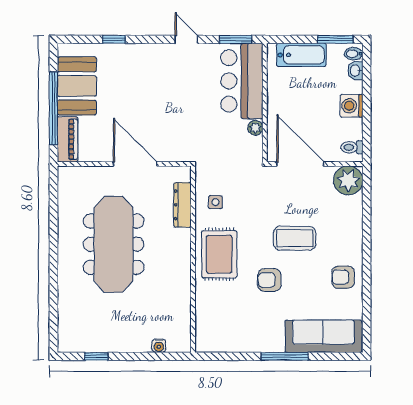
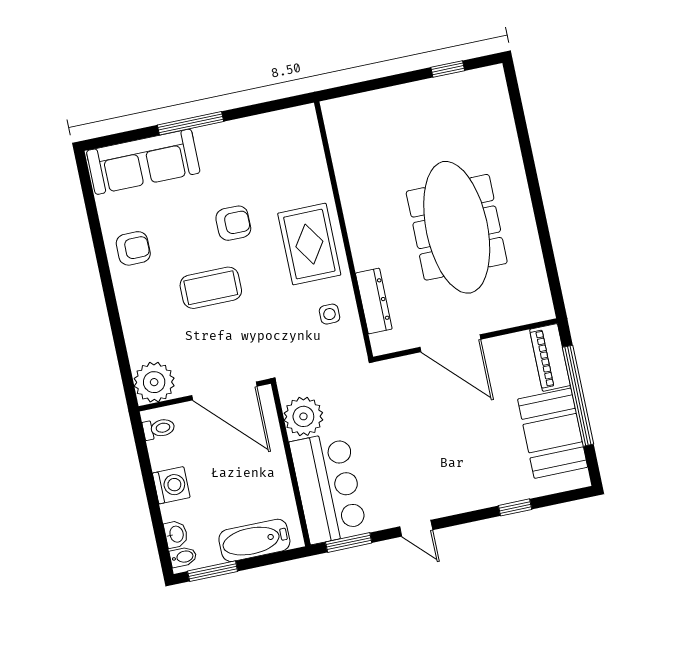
plant: (255, 128) -> (303, 416), width x1.87, depth x1.87
water cooler: (159, 346) -> (365, 102), removed

